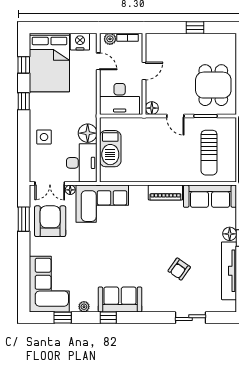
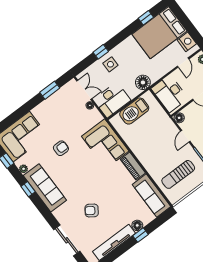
window: (24, 101) -> (101, 52), moved
floor lamp: (88, 133) -> (143, 82), moved
double door: (50, 184) -> (84, 90), swing flipped
corner sofa: (102, 204) -> (105, 144), moved
armchair: (50, 221) -> (61, 148), moved, width x0.53, depth x0.53
sofa: (120, 299) -> (45, 188), width x1.36
sliding door: (190, 318) -> (67, 240), width x1.37

